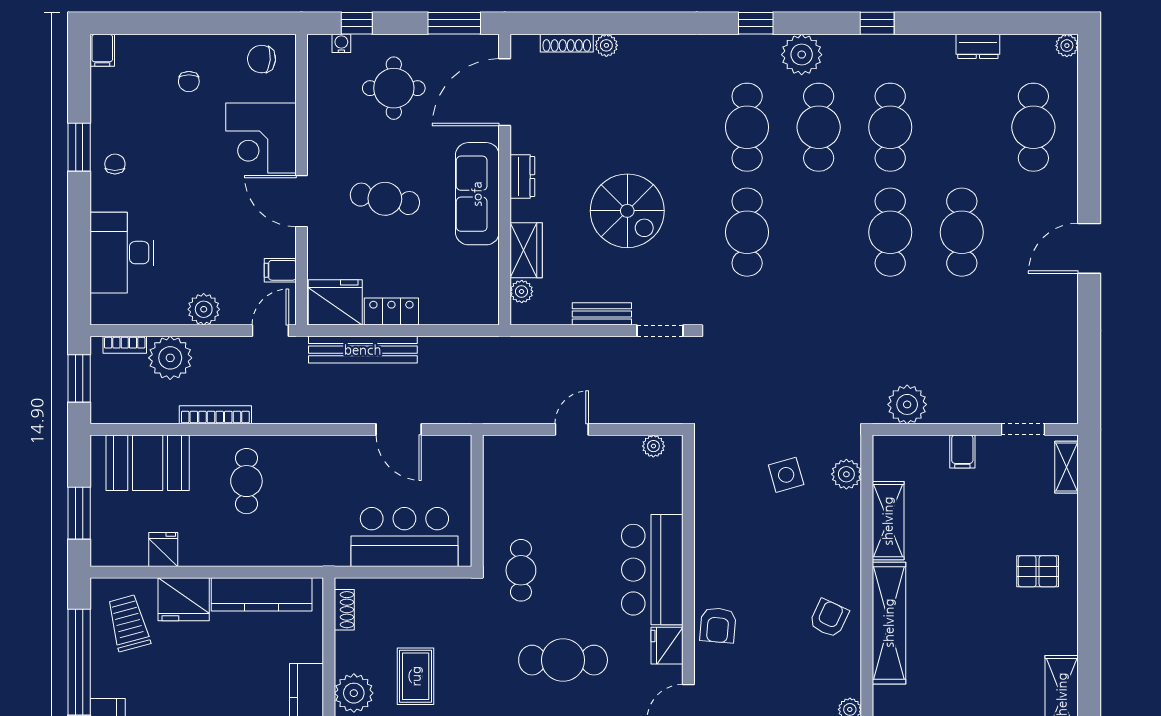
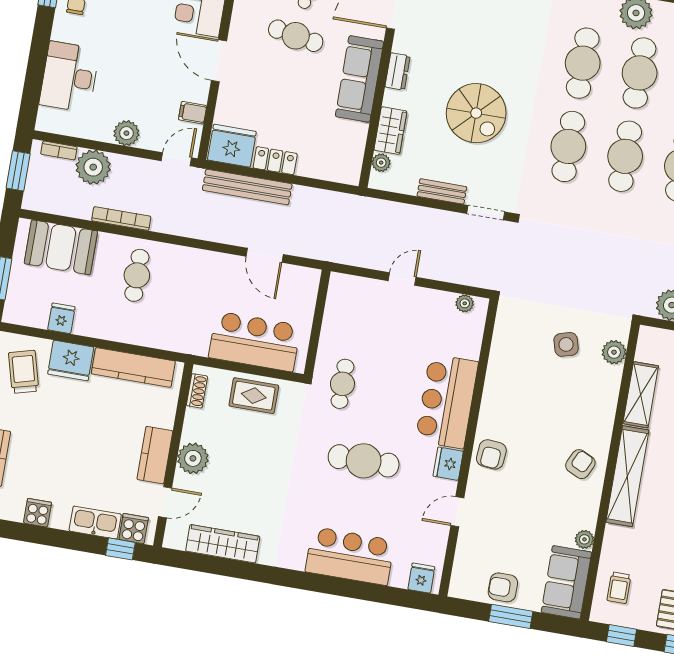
cafe table: (385, 199) -> (296, 36), moved
cafe table: (819, 232) -> (625, 156), added
rug: (416, 676) -> (254, 396), moved, turned 90

